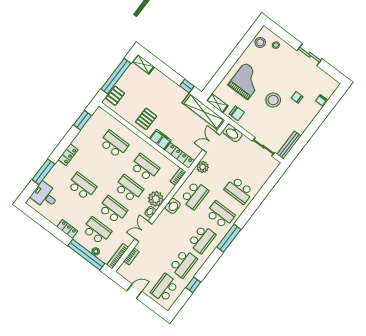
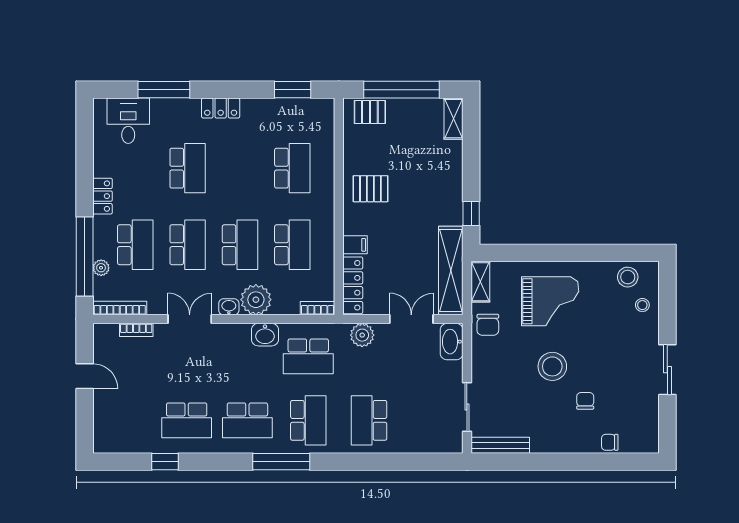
filing cabinet: (160, 139) -> (355, 245), width x0.50
school desk: (165, 288) -> (126, 420), removed

